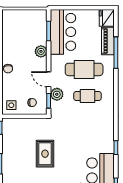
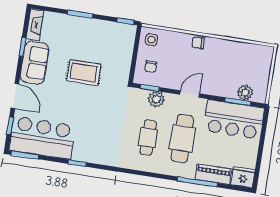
plant: (41, 51) -> (245, 93), moved
door: (49, 79) -> (190, 94), moved

